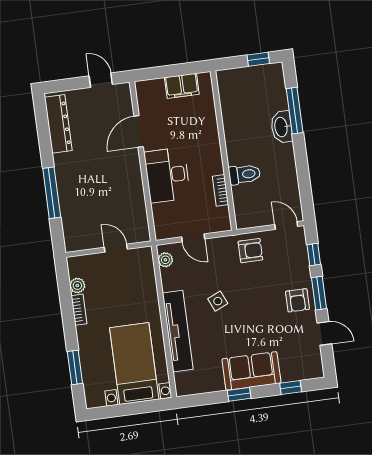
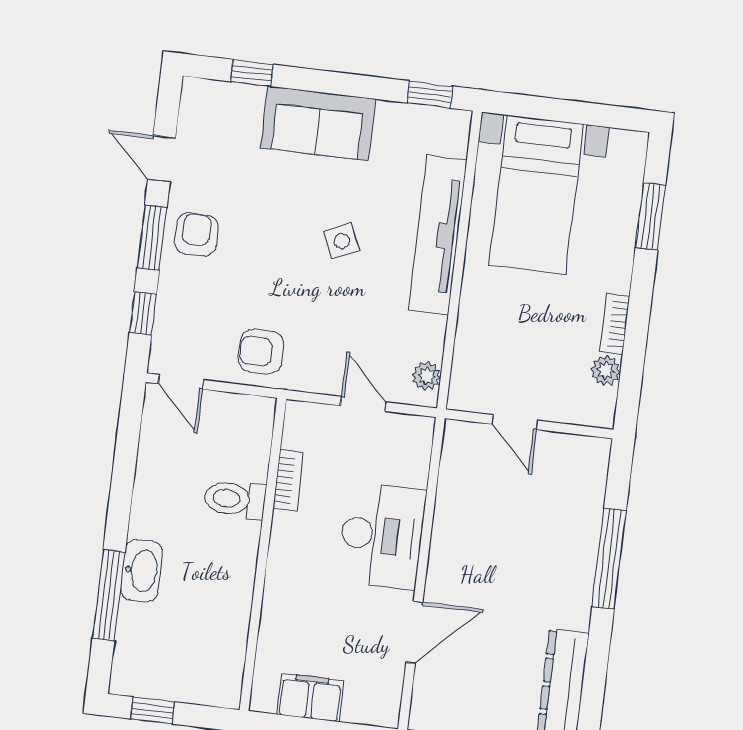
side table: (218, 301) -> (342, 241), moved
window: (239, 394) -> (430, 94), moved

